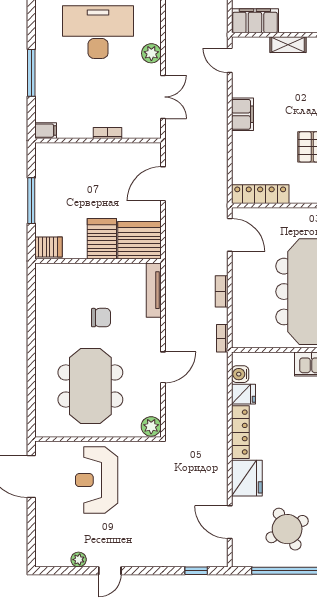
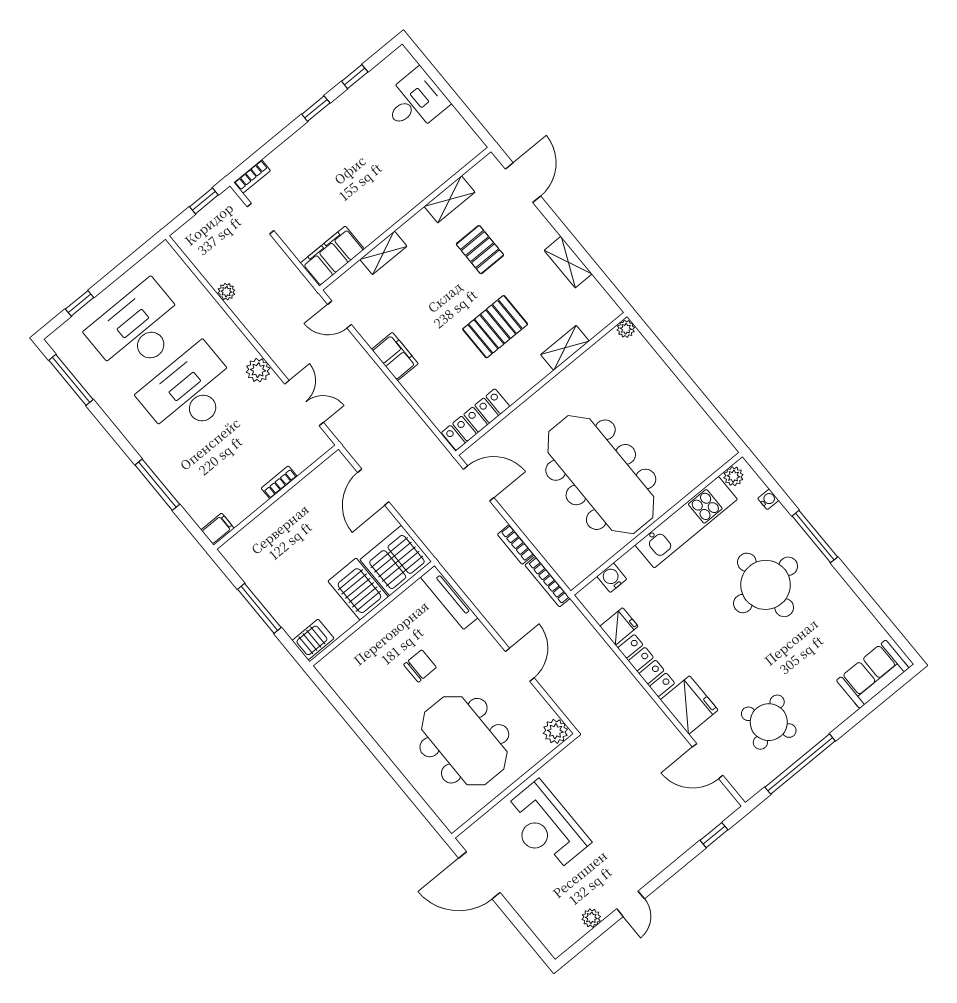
bookcase: (222, 338) -> (548, 582), width x1.56
water cooler: (240, 374) -> (612, 578), moved, turned 90

